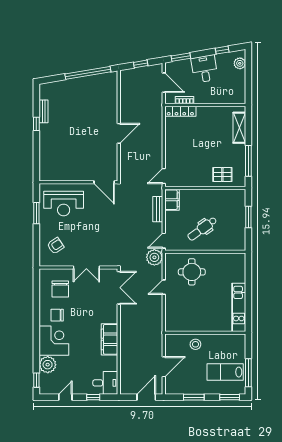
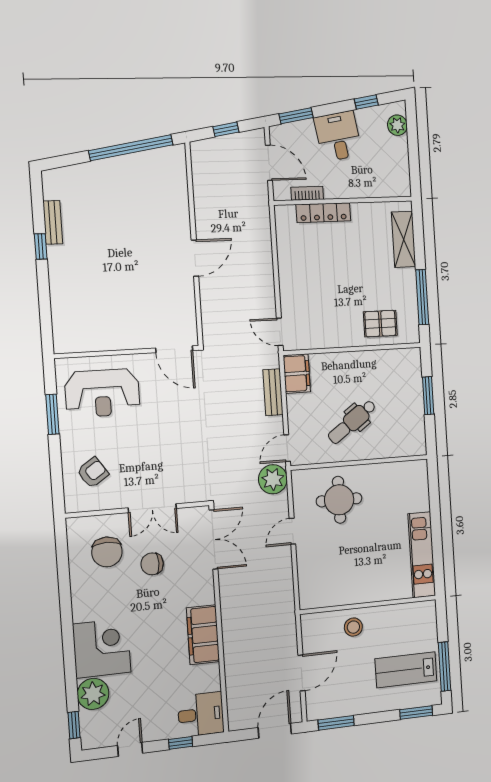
locker: (180, 111) -> (323, 213), moved
door: (164, 176) -> (280, 332), hinge flipped
chair: (57, 315) -> (152, 564), moved
window: (194, 397) -> (336, 723), moved

